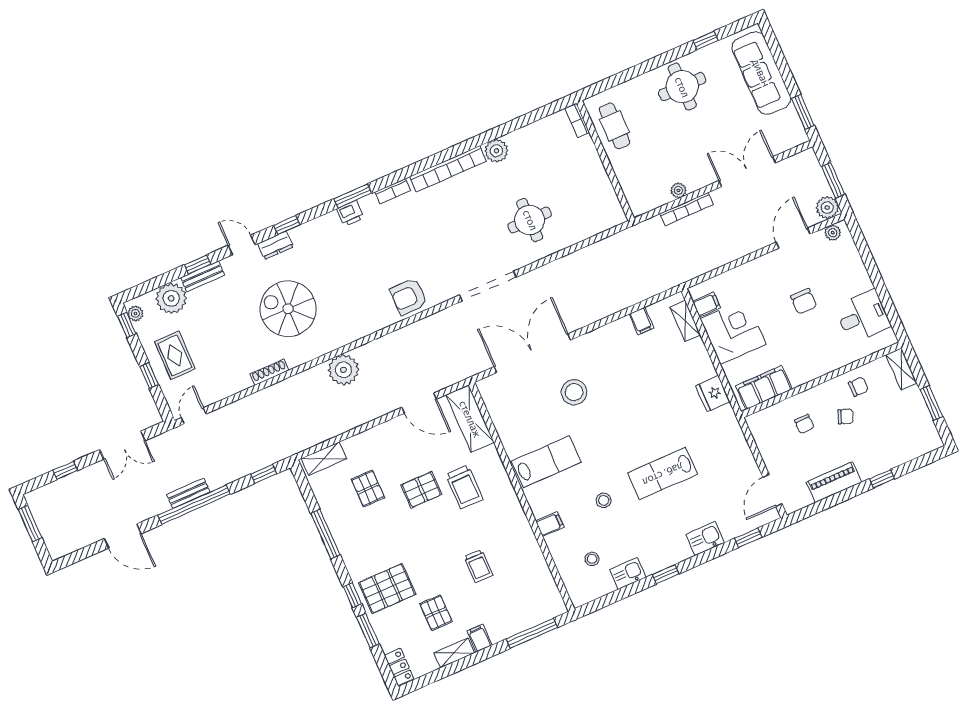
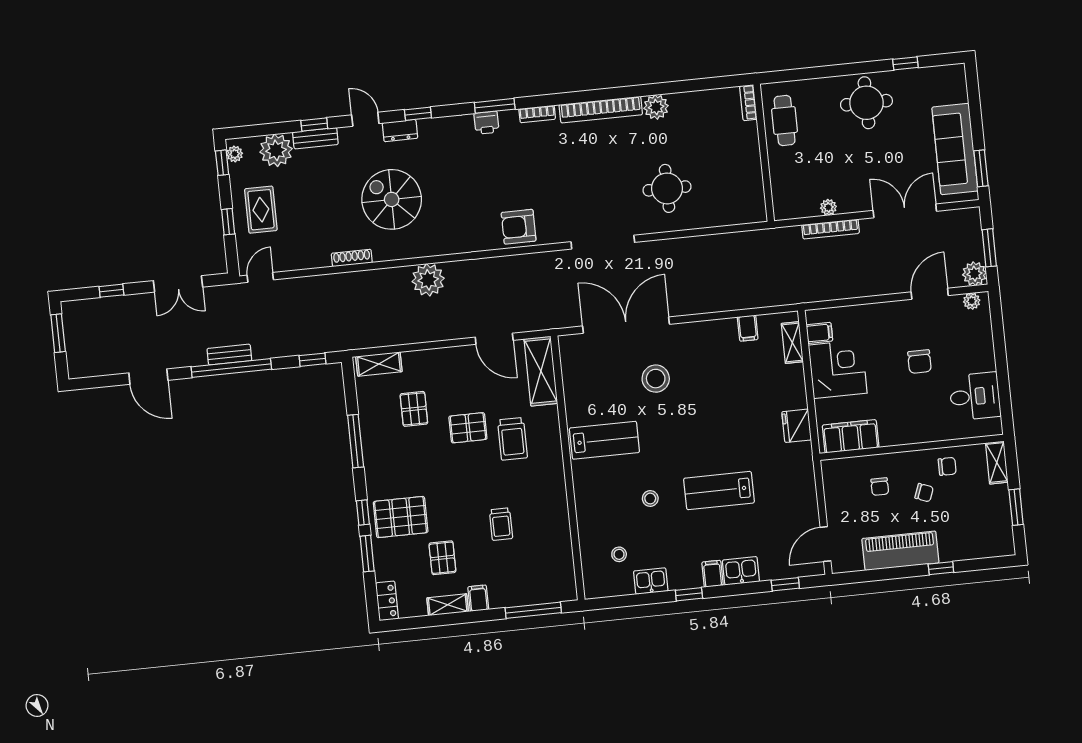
sofa: (761, 73) -> (955, 149), moved
piano: (834, 482) -> (900, 551), width x1.37, depth x1.33
filing cabinet: (550, 524) -> (712, 574), moved, turned -90

